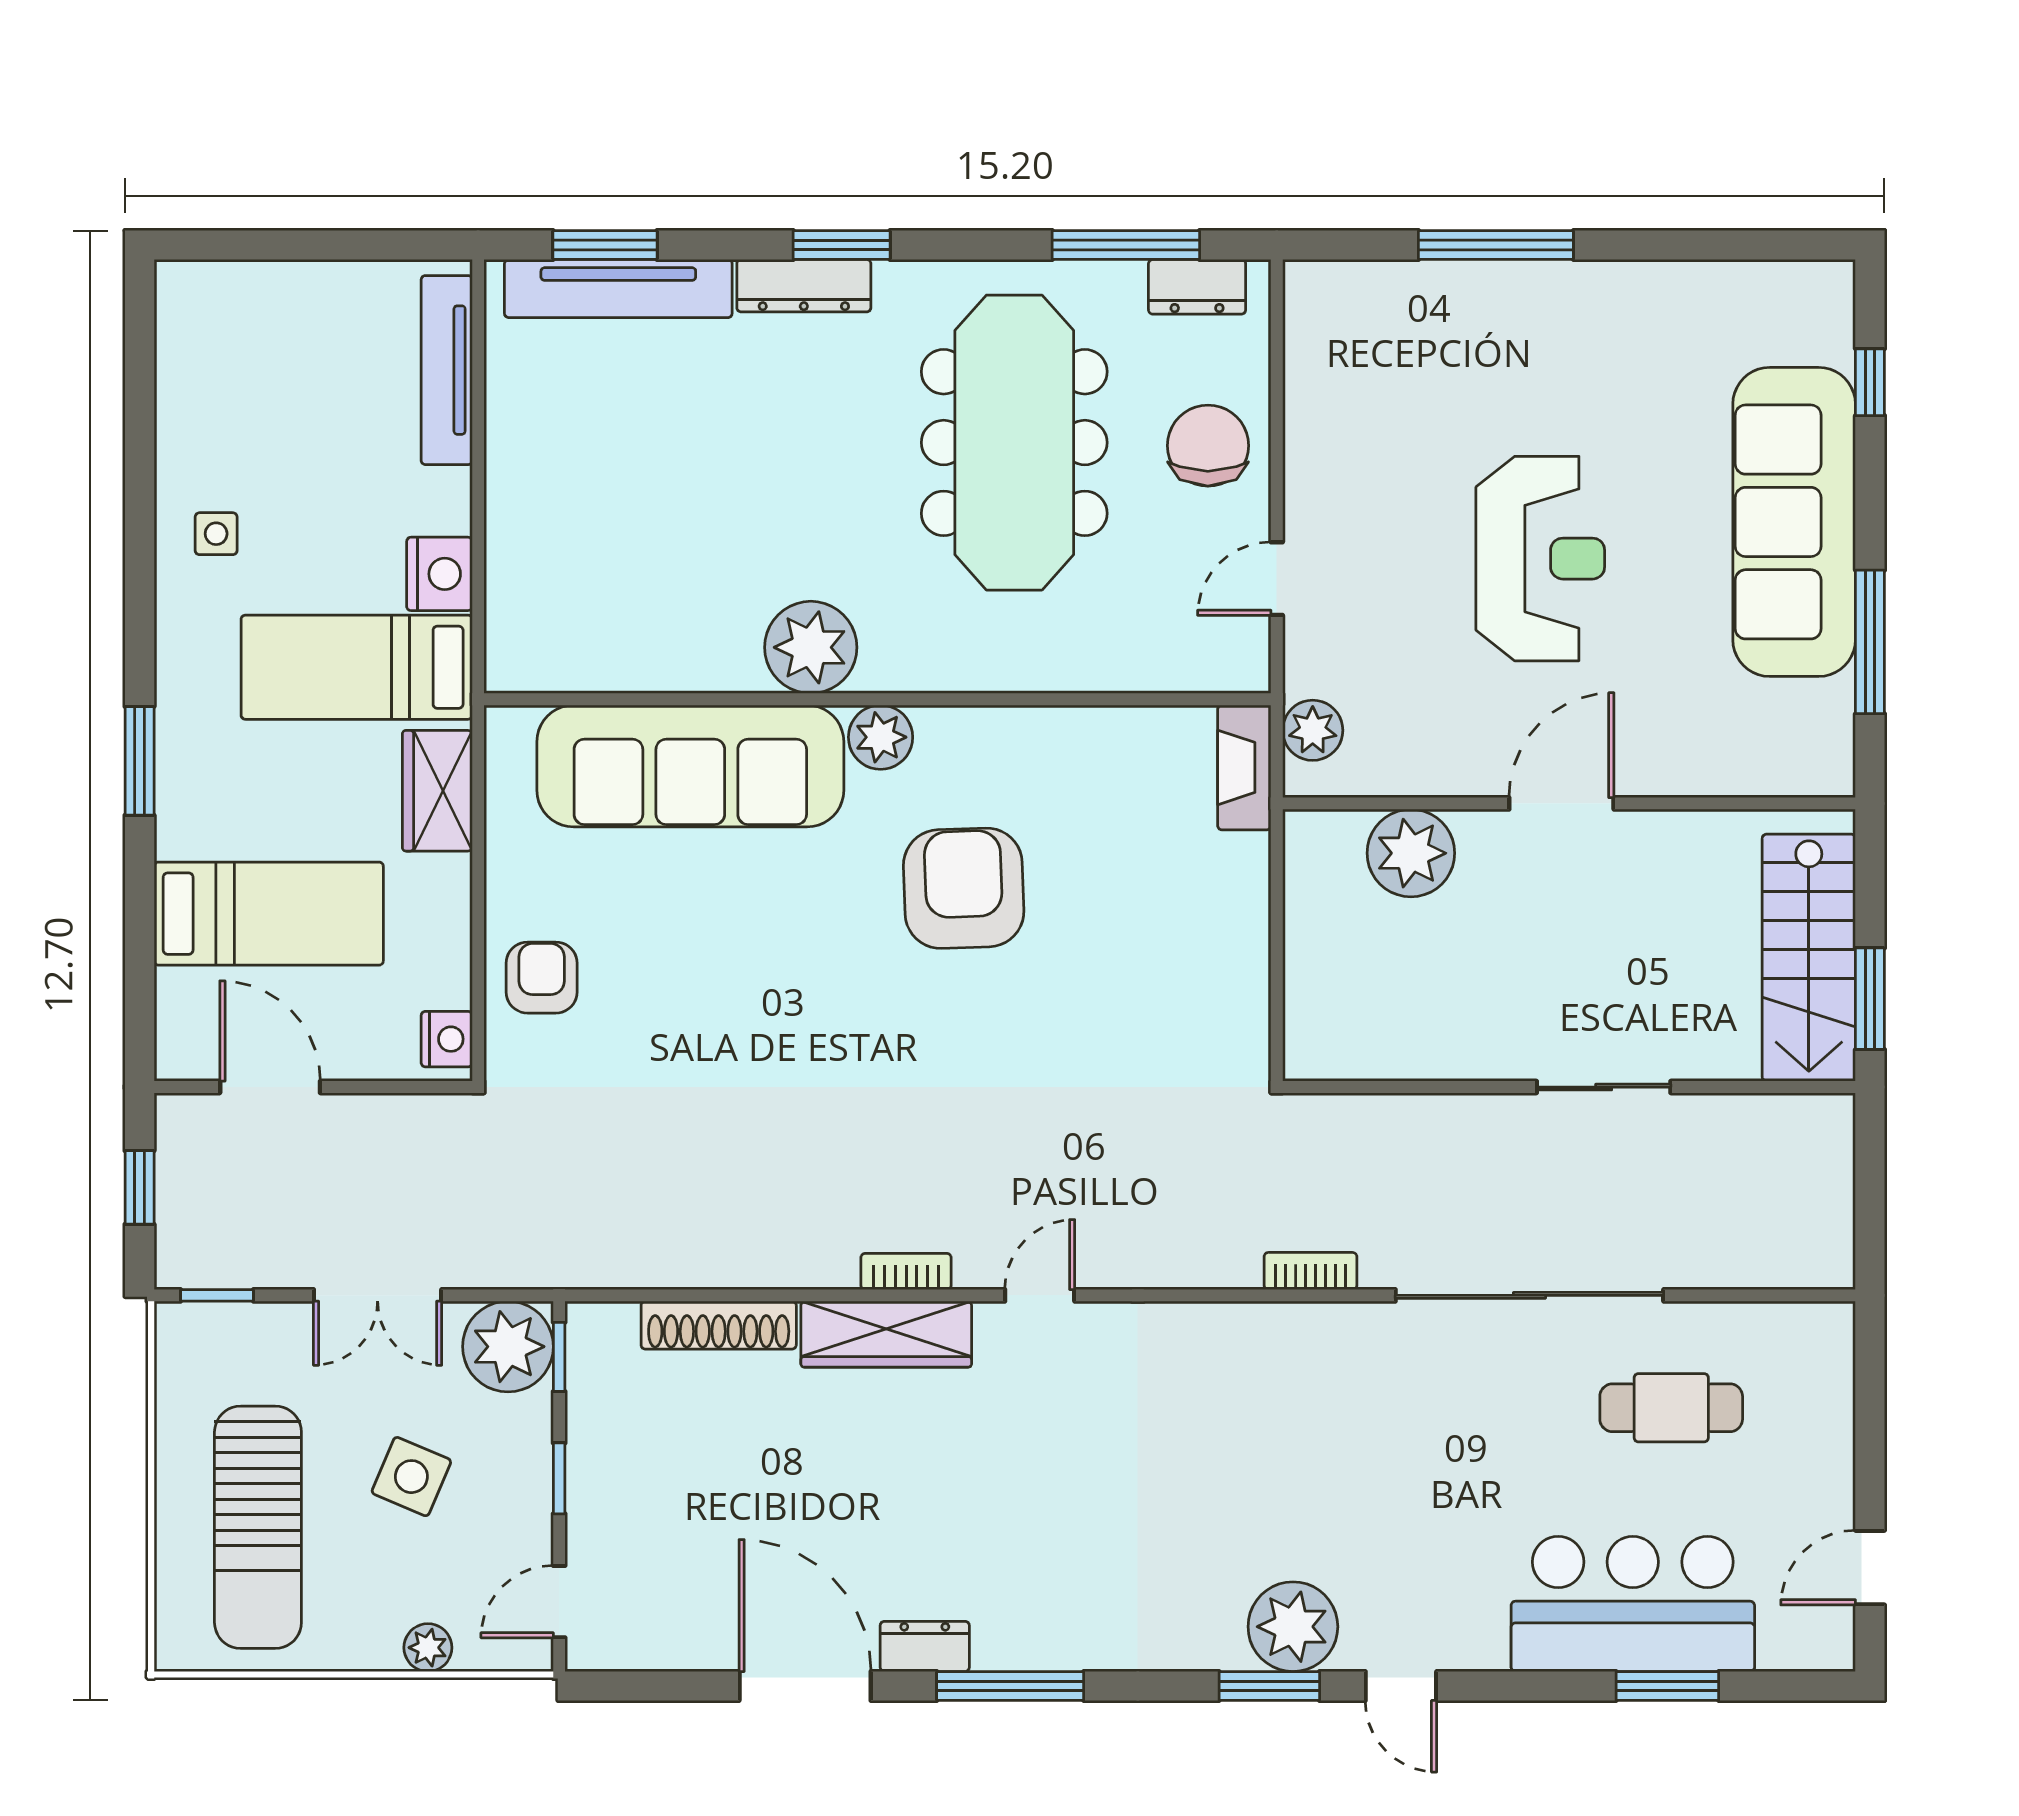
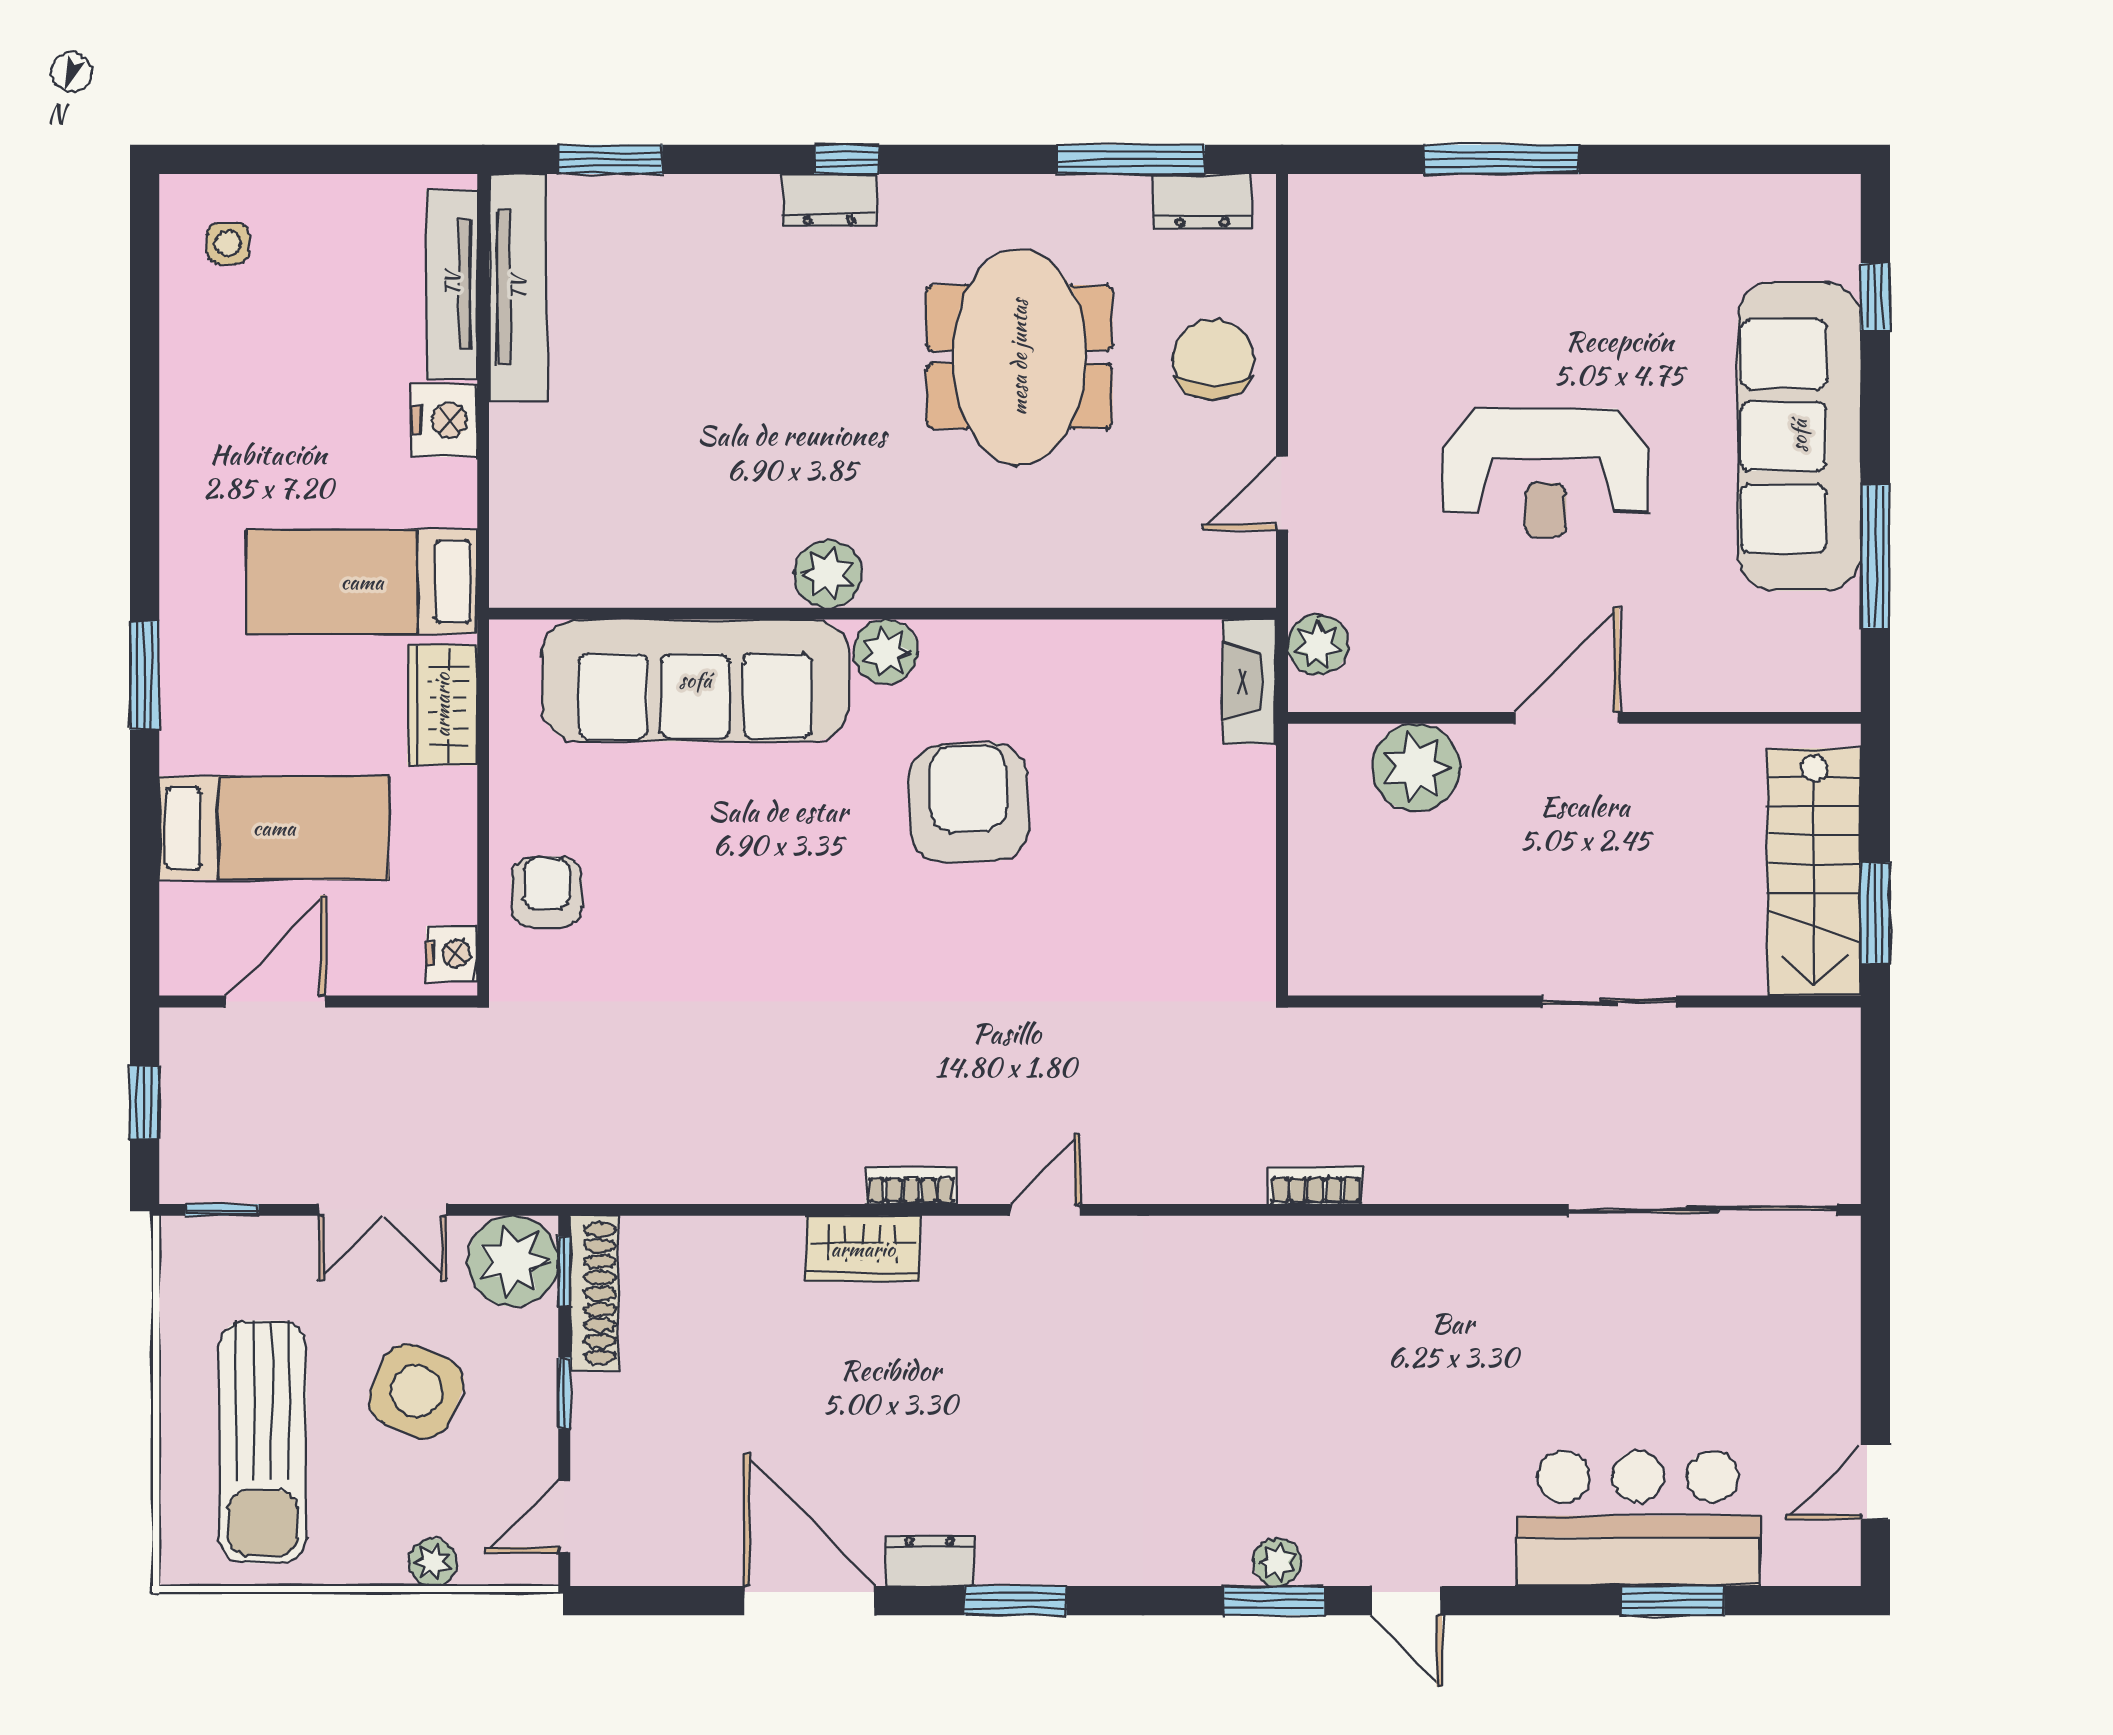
window: (842, 245) -> (847, 159), width x0.67
dresser: (804, 286) -> (829, 200), width x0.70
tv unit: (618, 289) -> (518, 288), moved, turned -90
meeting table: (1014, 443) -> (1019, 357), width x0.73
side table: (216, 534) -> (228, 243), moved
reception desk: (1540, 559) -> (1546, 473), turned 90
nightstand: (439, 574) -> (444, 420), moved
plant: (811, 647) -> (828, 574), width x0.73, depth x0.73
door: (270, 1087) -> (275, 1002), hinge flipped
sliding door: (1529, 1295) -> (1703, 1210), moved
shoe rack: (719, 1325) -> (594, 1293), moved, turned -90
wardrobe: (886, 1334) -> (863, 1249), width x0.67
cafe table: (1671, 1408) -> (1677, 1322), removed
side table: (411, 1477) -> (416, 1391), width x1.37, depth x1.37
plant: (1293, 1627) -> (1277, 1562), width x0.53, depth x0.53
window: (1010, 1686) -> (1015, 1601), width x0.69

